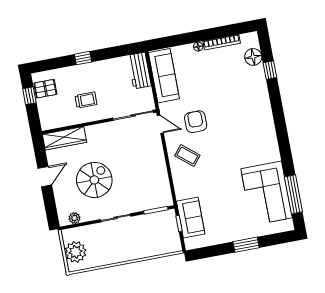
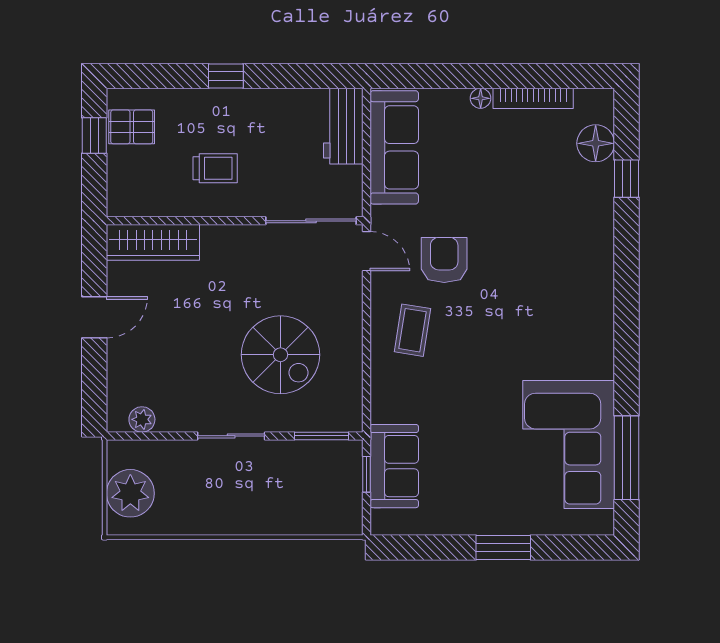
coffee table: (187, 156) -> (412, 330), turned 59
spiral stairs: (94, 180) -> (281, 355), moved, turned 90

